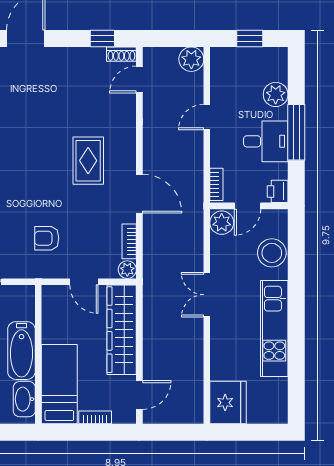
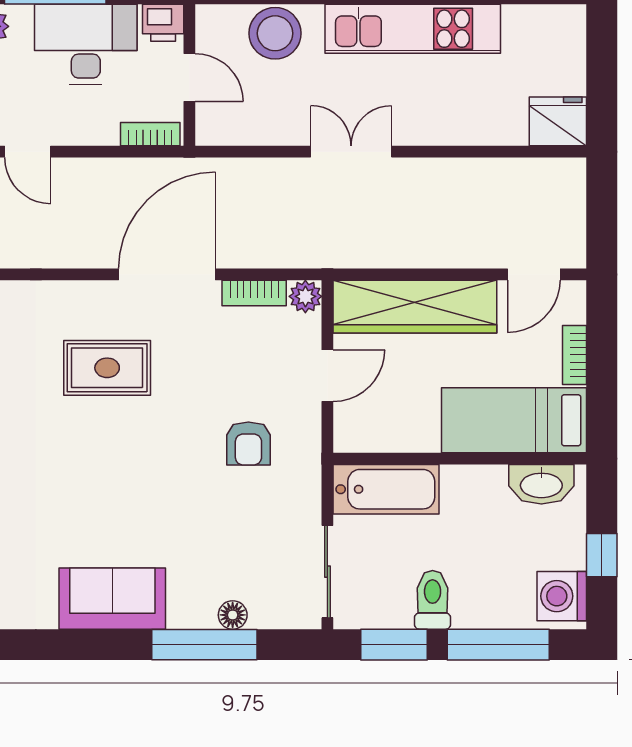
desk: (266, 141) -> (86, 44), width x1.37
door: (139, 194) -> (167, 274), width x1.36
plant: (222, 223) -> (220, 124), removed
double door: (207, 295) -> (351, 152), swing flipped
bathtub: (21, 351) -> (386, 489), moved
door: (139, 395) -> (534, 274), swing flipped
fridge: (228, 403) -> (558, 121), width x0.73, depth x0.75

